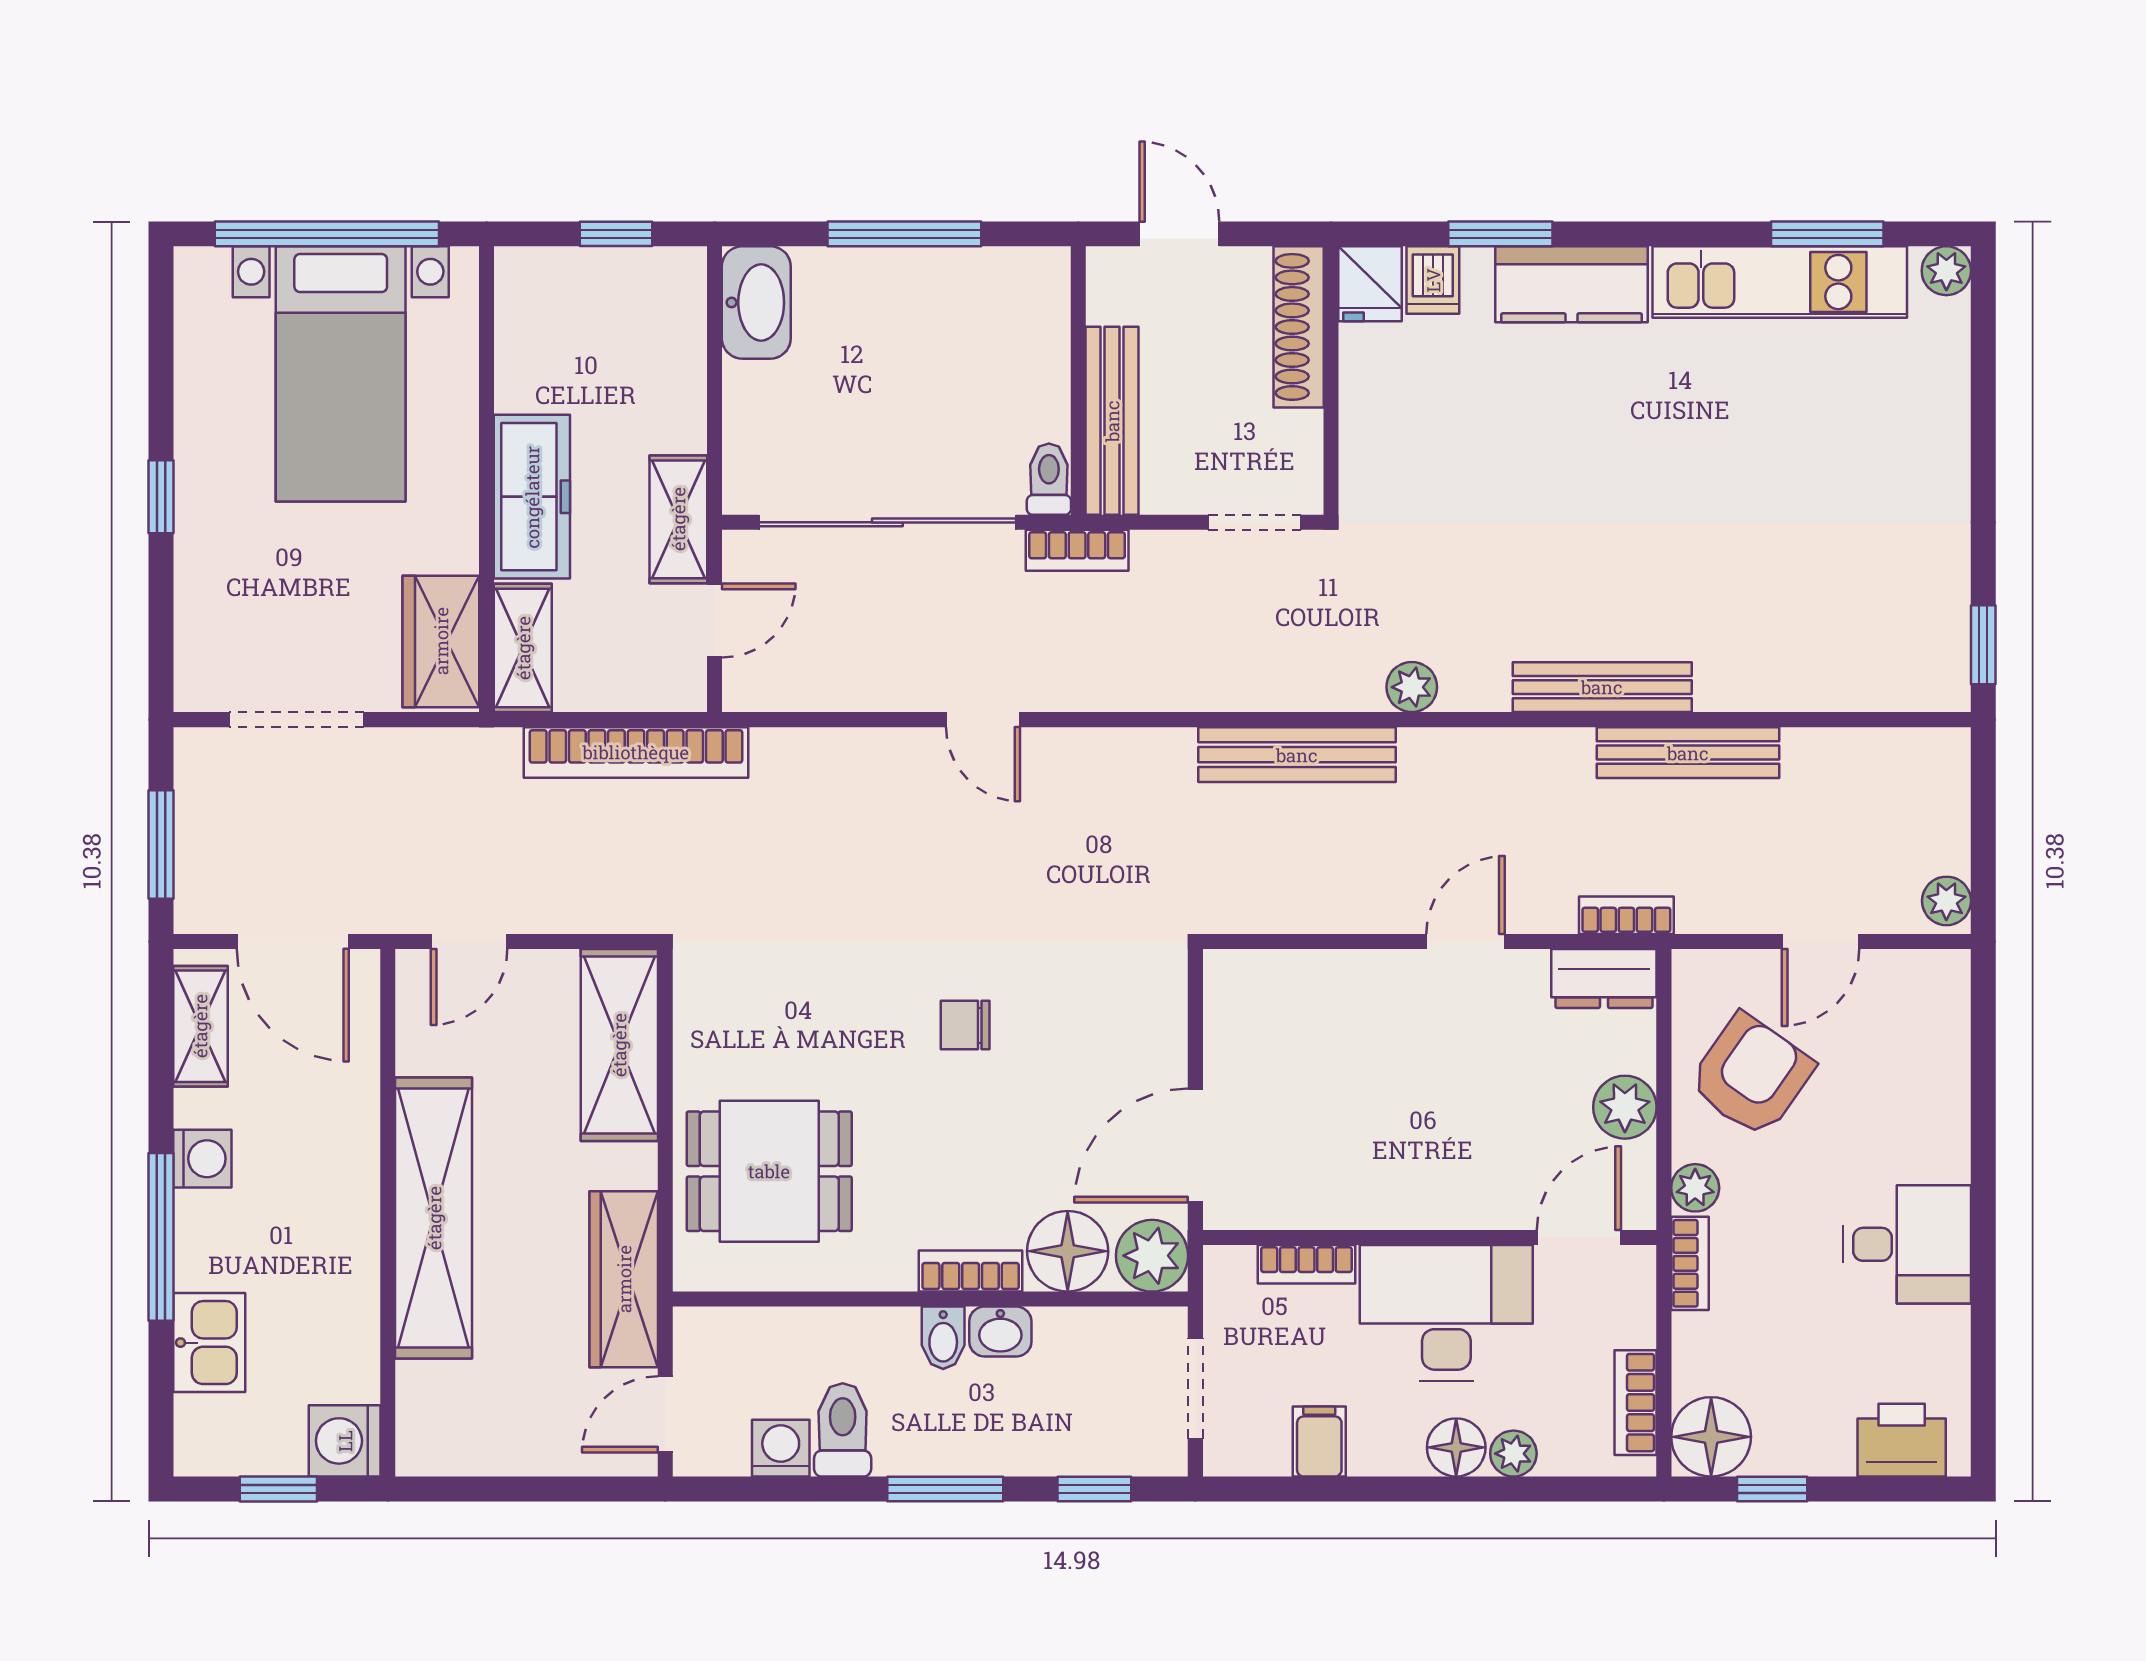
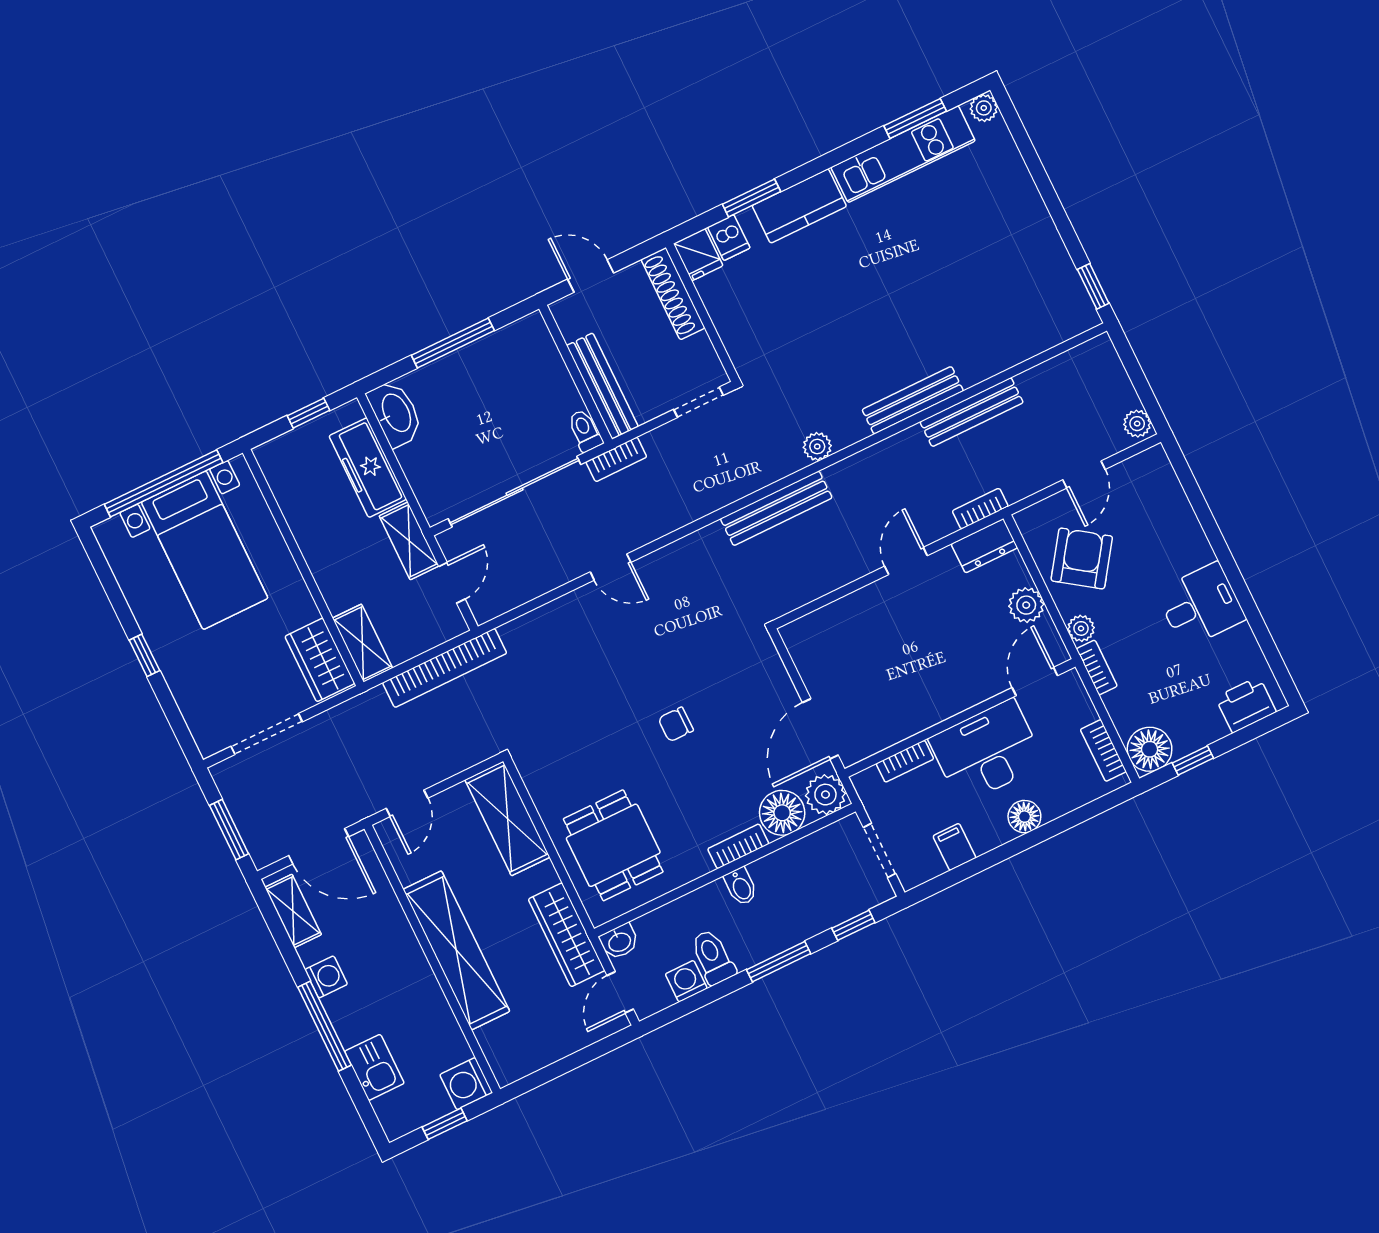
freezer: (532, 497) -> (368, 468), moved, turned 180
dining table: (769, 1171) -> (613, 845), turned 90
washbasin: (1000, 1332) -> (619, 942), moved
plant: (1513, 1454) -> (1055, 806), removed

